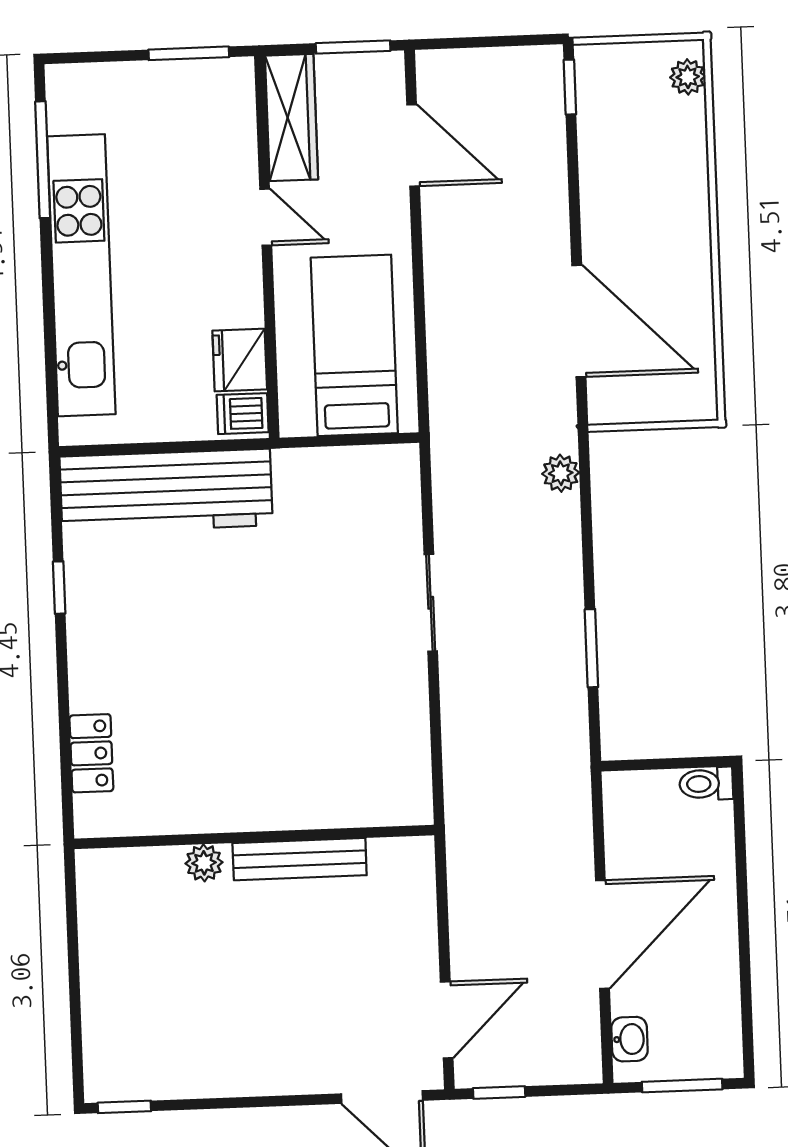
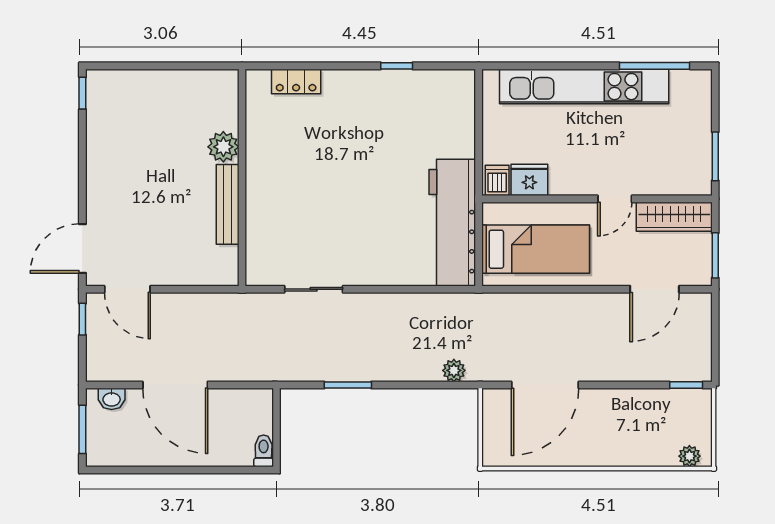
workbench: (166, 491) -> (452, 223), moved
sliding door: (431, 603) -> (314, 289), moved
plant: (204, 863) -> (223, 147), width x1.38, depth x1.38

